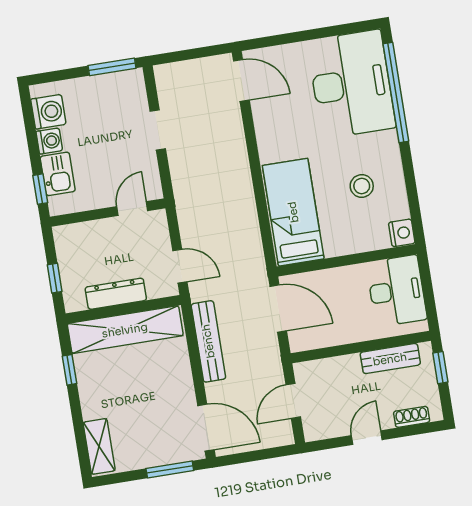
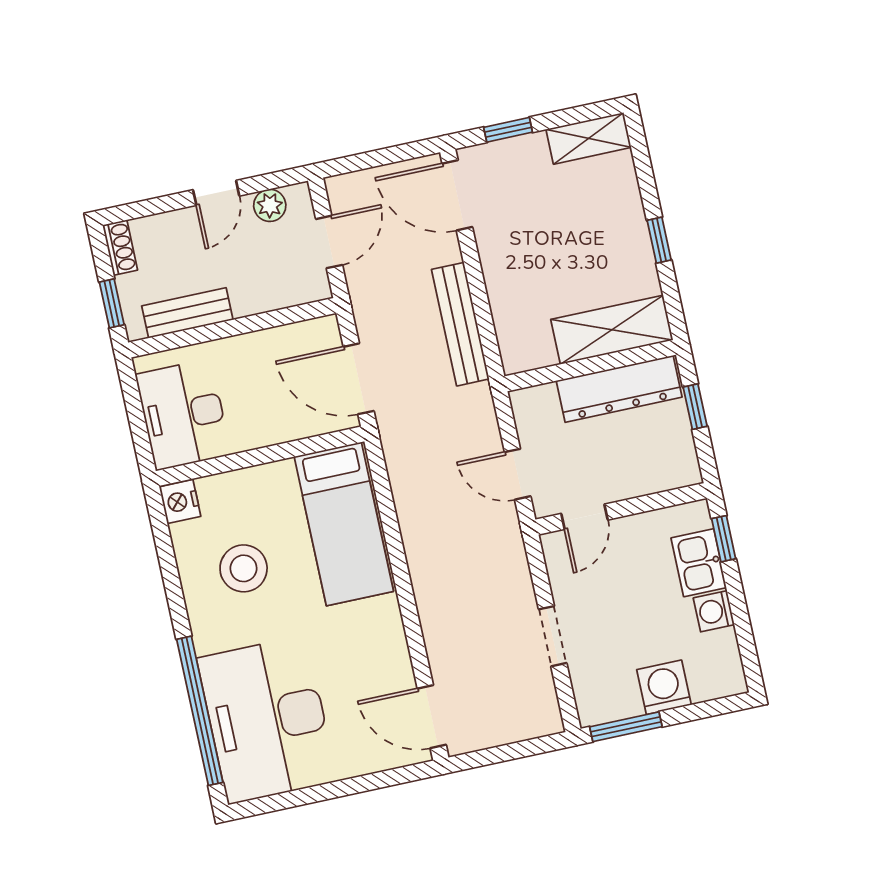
washing machine: (48, 112) -> (664, 687), moved, turned 90
stool: (362, 186) -> (244, 568), width x1.38, depth x1.38
door: (180, 266) -> (518, 474), moved
dresser: (116, 294) -> (619, 389), width x1.37, depth x1.24
shelving: (125, 330) -> (612, 330), width x0.68
window: (69, 370) -> (659, 240), moved
shoe rack: (412, 417) -> (120, 248), moved, turned -90
plant: (331, 427) -> (270, 205), added
shelving: (99, 446) -> (589, 138), moved, turned 90
window: (170, 470) -> (508, 130), width x0.67

